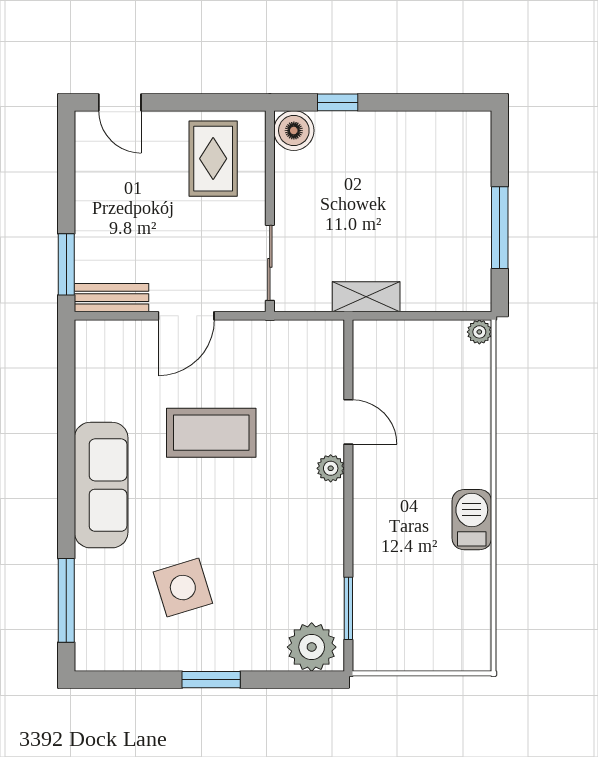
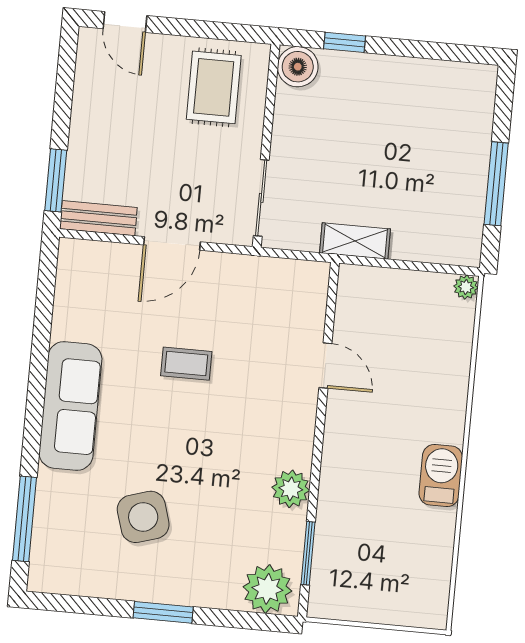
coffee table: (211, 433) -> (186, 364), width x0.54, depth x0.58
plant: (331, 468) -> (291, 489), moved, width x1.38, depth x1.38

